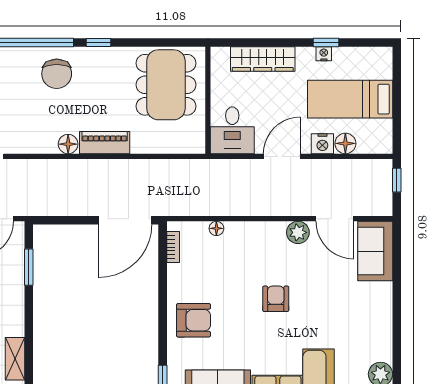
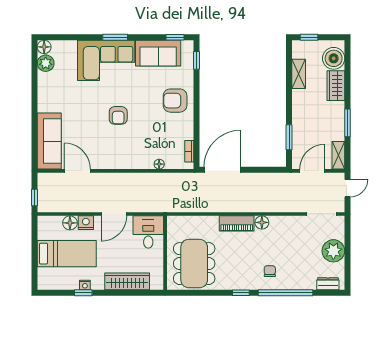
chair: (57, 74) -> (270, 271), width x0.54, depth x0.54
plant: (298, 232) -> (103, 161), removed
sofa: (375, 251) -> (49, 141), width x1.36

